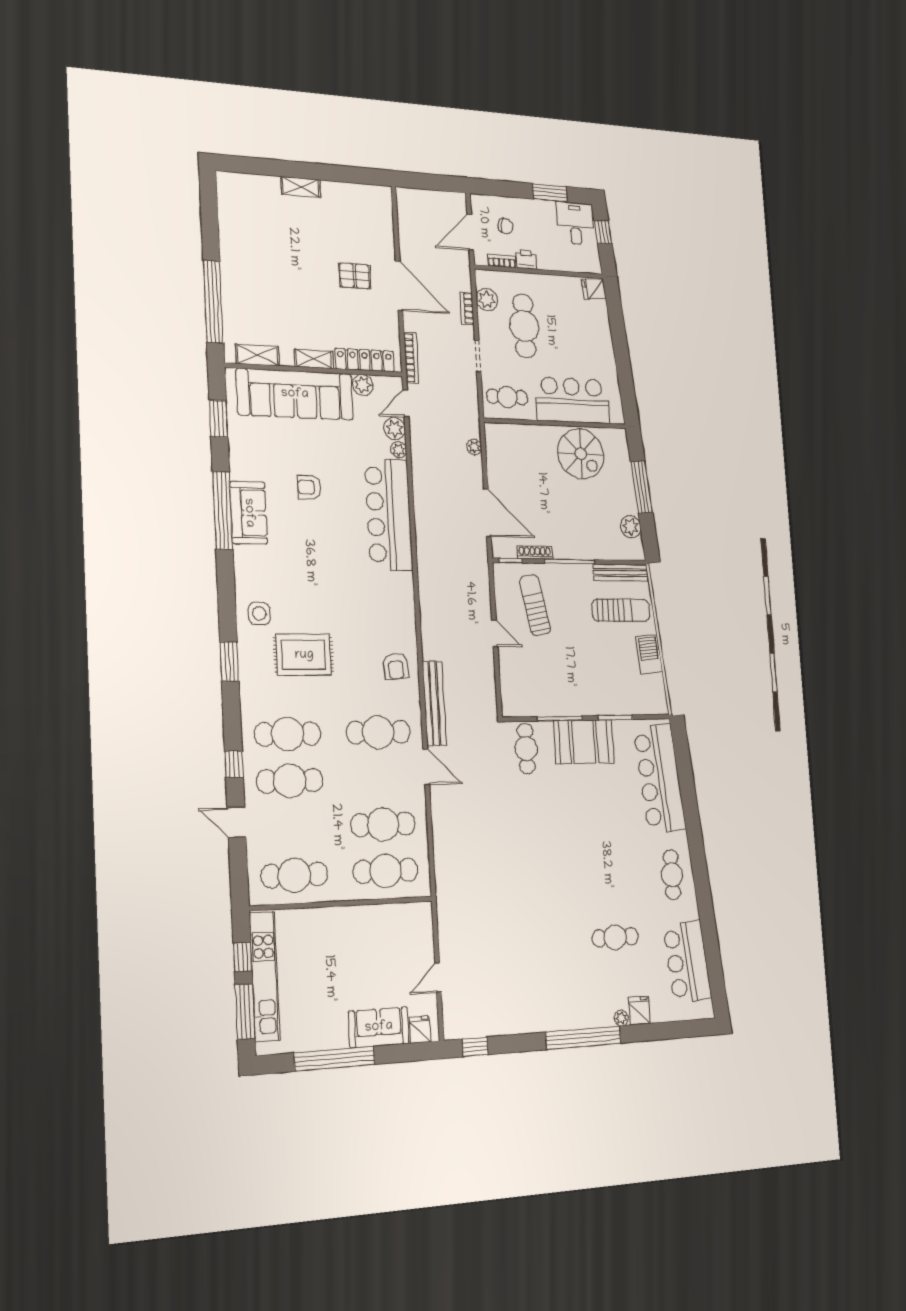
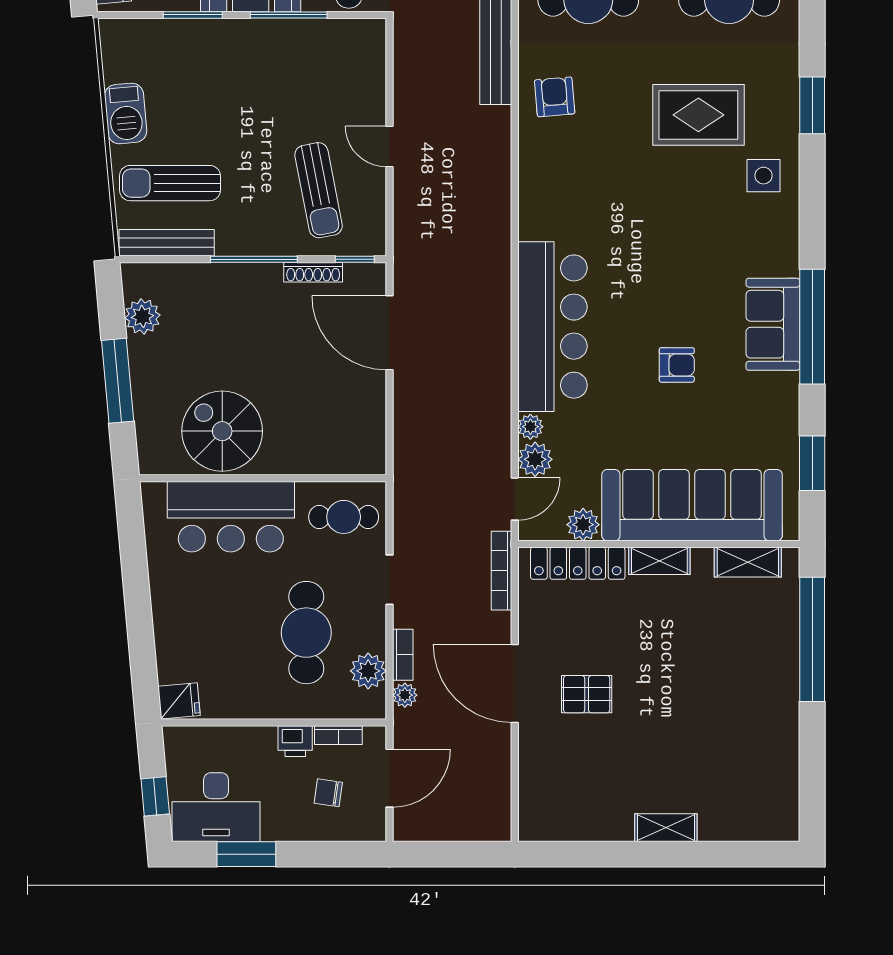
desk: (575, 223) -> (216, 807), width x1.37
plant: (474, 447) -> (405, 695), moved

